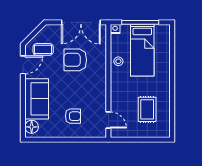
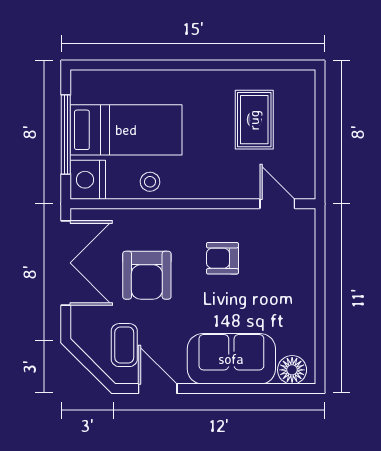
nightstand: (115, 29) -> (88, 180), width x1.89, depth x1.79
rug: (147, 109) -> (254, 120), turned 90
armchair: (73, 116) -> (222, 258), moved, turned -90
door: (108, 120) -> (277, 204), hinge flipped

